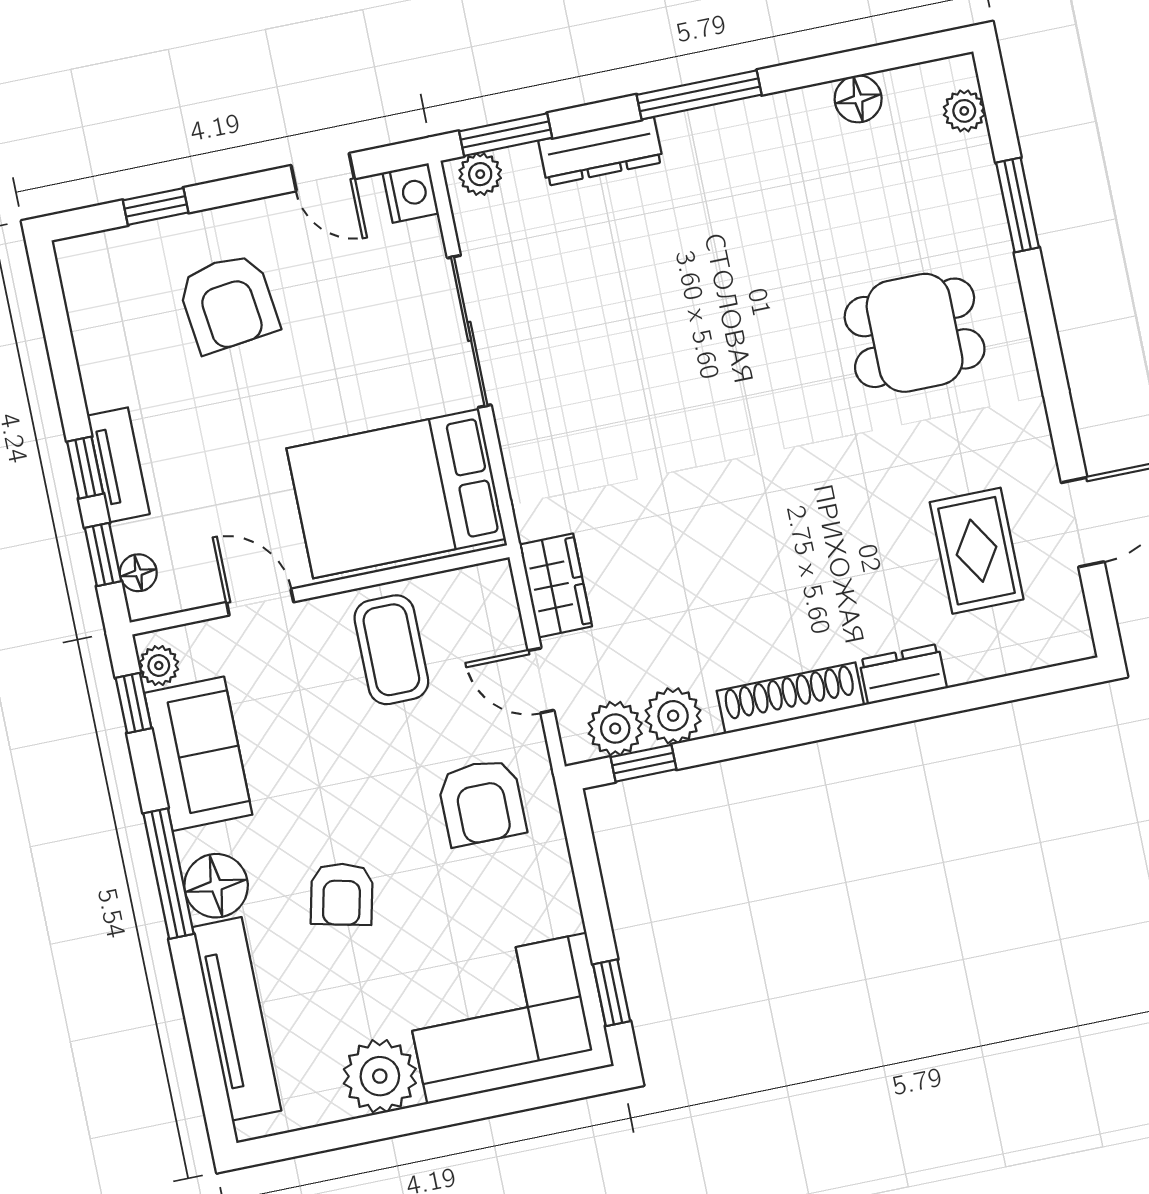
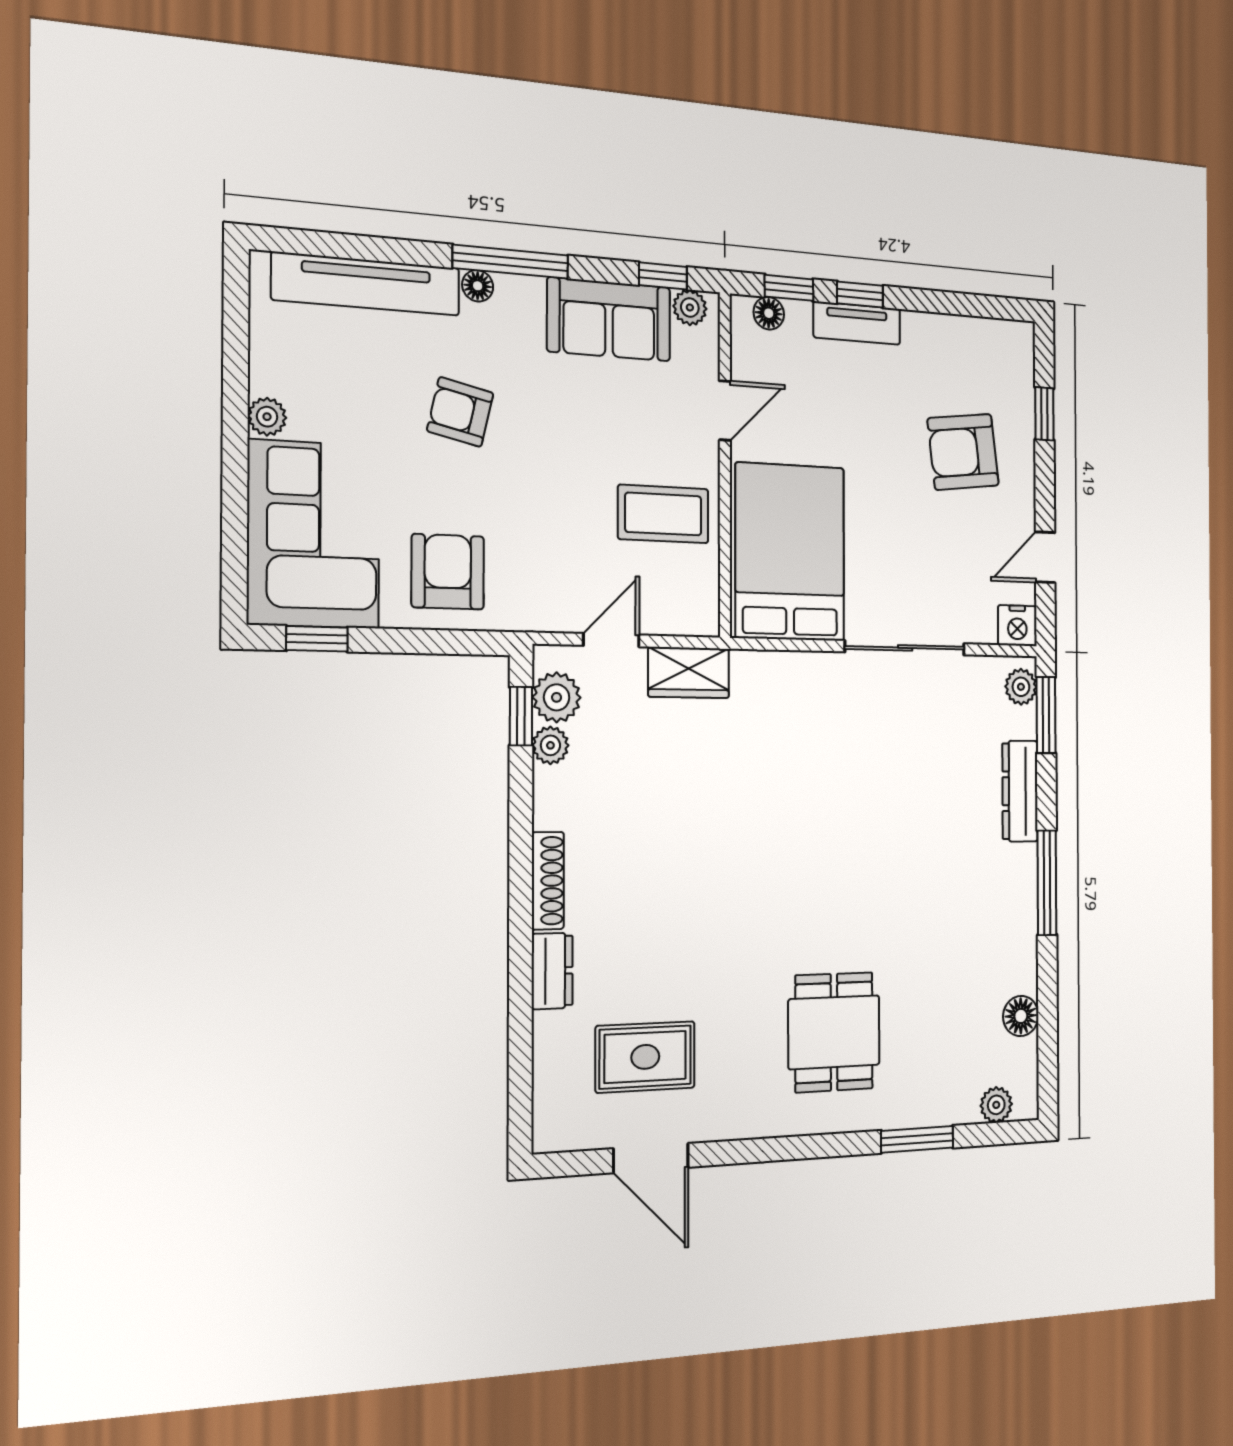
shoe rack: (790, 698) -> (548, 881), width x0.74, depth x0.81
plant: (673, 716) -> (550, 745), width x0.73, depth x0.73
armchair: (482, 802) -> (448, 572), moved, turned 90
floor lamp: (216, 886) -> (478, 286), width x0.53, depth x0.53
plant: (380, 1076) -> (267, 417), width x0.53, depth x0.53

